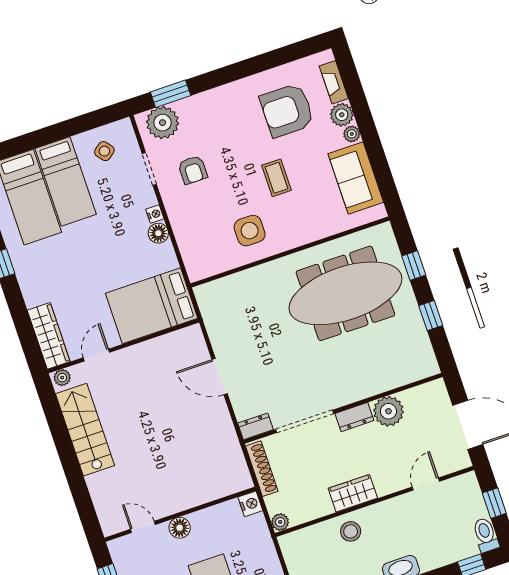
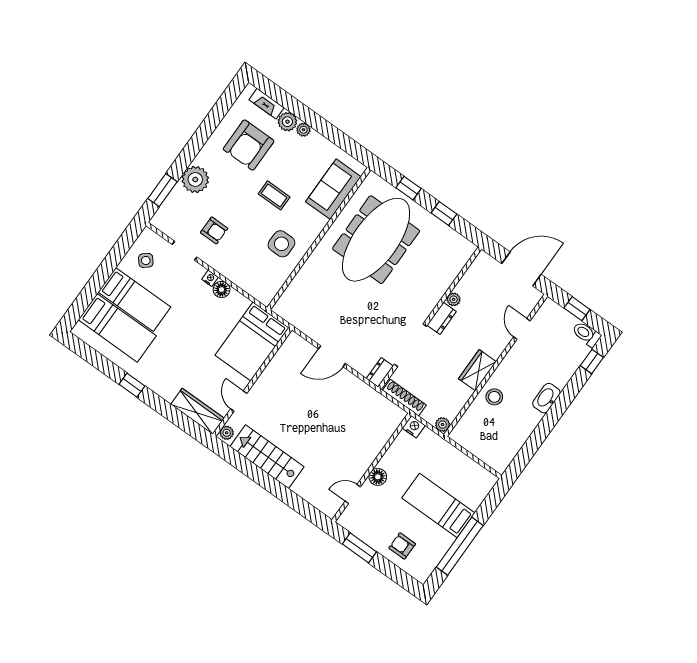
plant: (163, 123) -> (195, 179), moved
sofa: (356, 178) -> (333, 189), moved, turned 90
plant: (388, 411) -> (454, 299), width x0.53, depth x0.53

